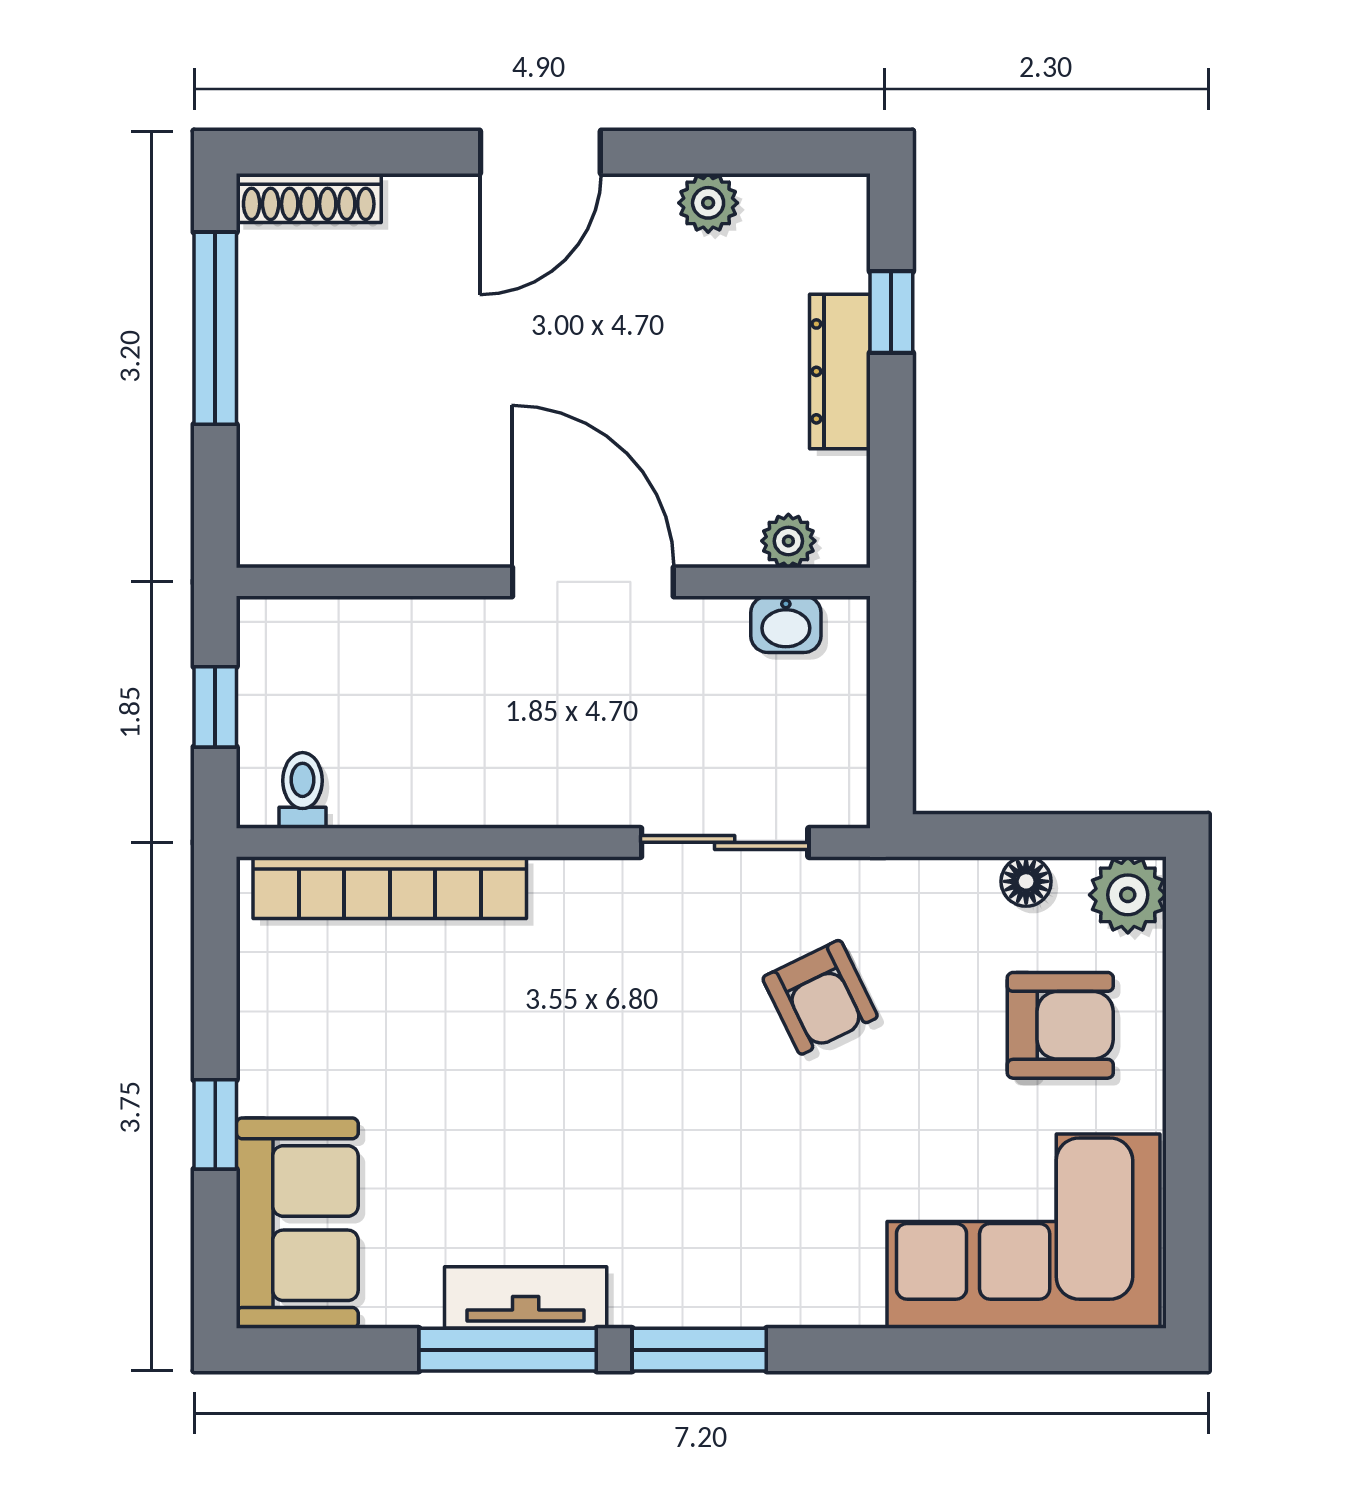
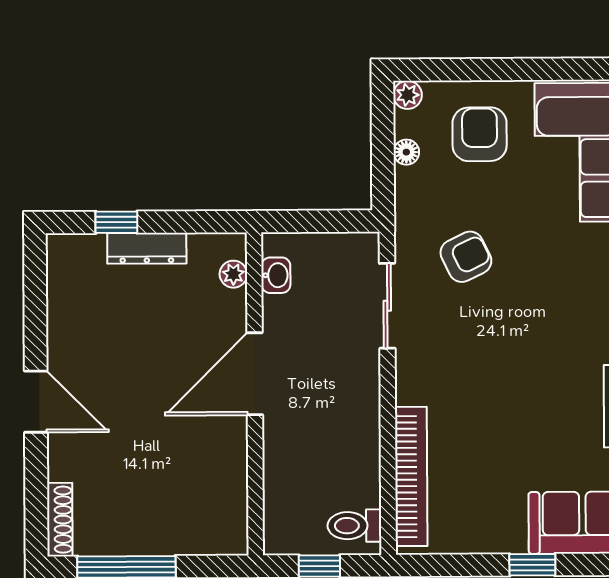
plant: (708, 203) -> (61, 316), removed
toilet: (303, 790) -> (354, 526), width x1.37, depth x1.39
plant: (1128, 895) -> (408, 95), width x0.73, depth x0.73

